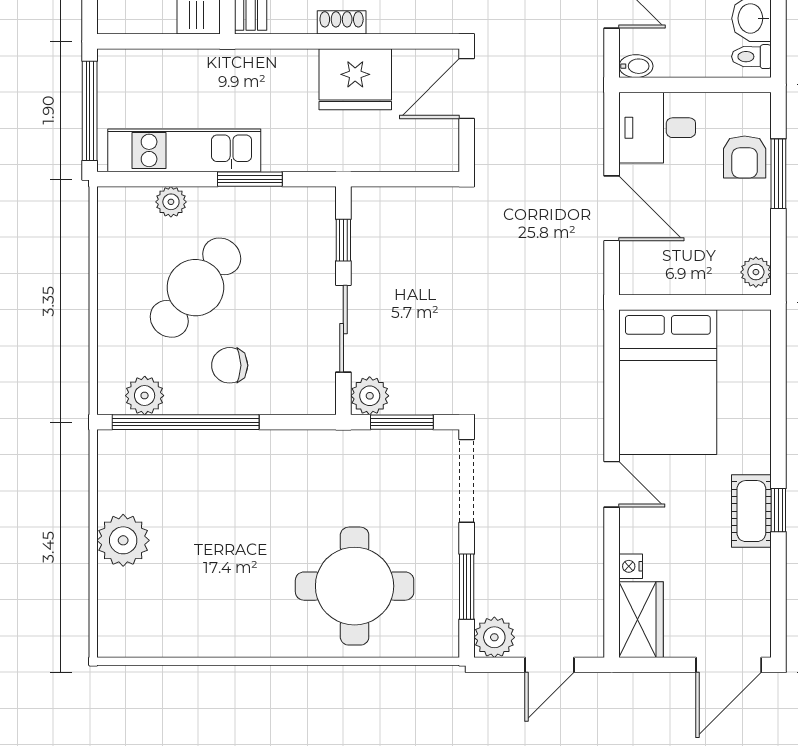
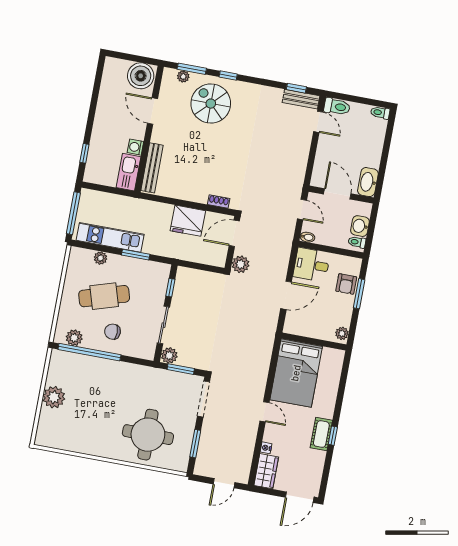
shoe rack: (342, 22) -> (219, 202), moved
door: (612, 208) -> (286, 295), hinge flipped
cafe table: (195, 288) -> (104, 296), turned 33
plant: (494, 637) -> (241, 264), moved

